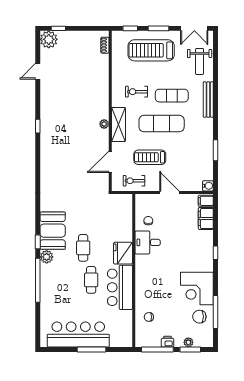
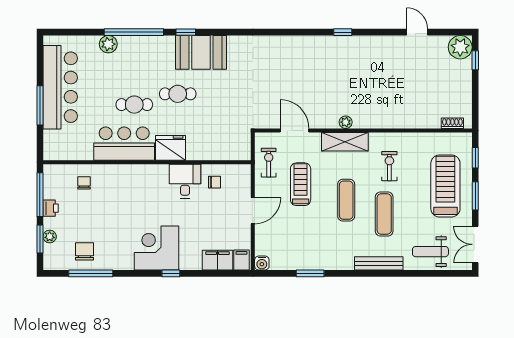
exercise mat: (162, 124) -> (346, 200), width x0.73, depth x0.69
plant: (47, 257) -> (108, 44), moved
corner desk: (197, 289) -> (157, 248), moved

